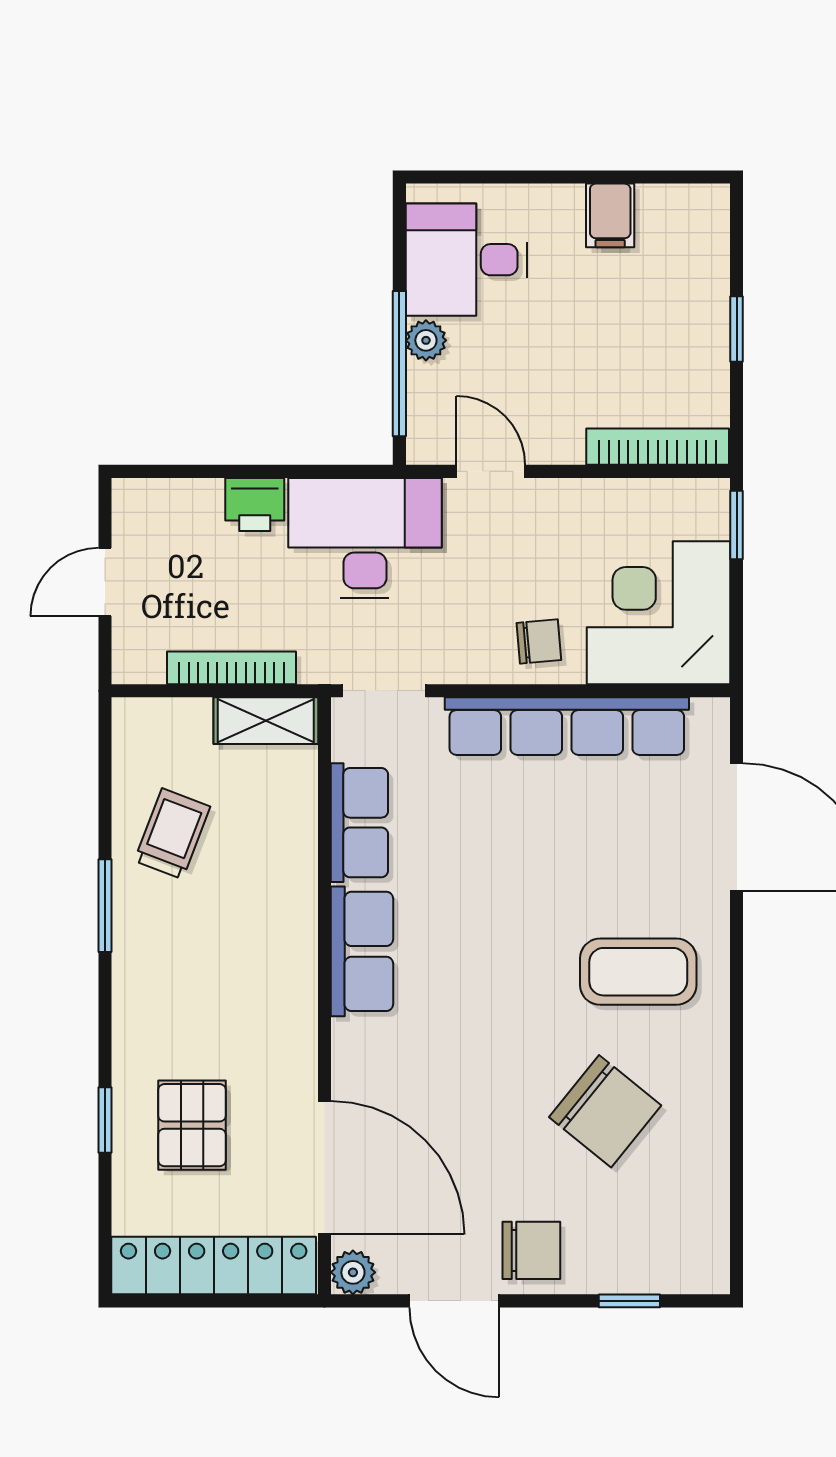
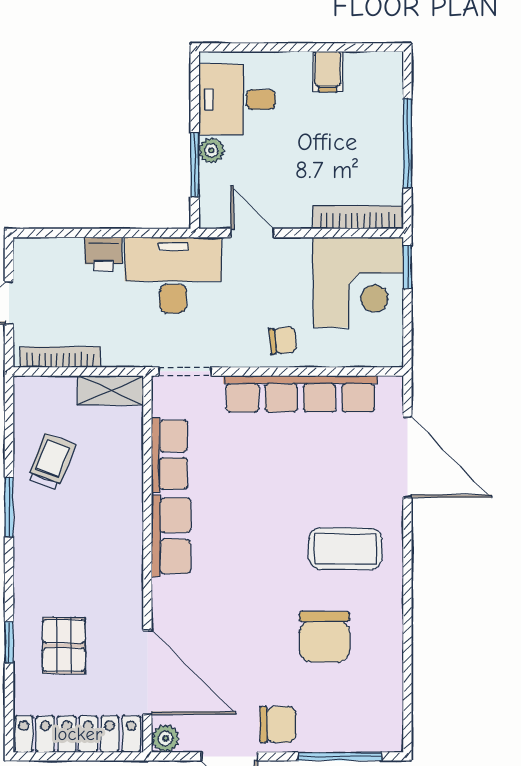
window: (737, 329) -> (407, 143), width x2.17
window: (399, 364) -> (195, 165), width x0.69
corner desk: (659, 613) -> (358, 282), moved, turned 180
bookcase: (231, 668) -> (60, 357), moved
chair: (605, 1111) -> (325, 637), turned 51
window: (629, 1301) -> (340, 756), width x2.17

